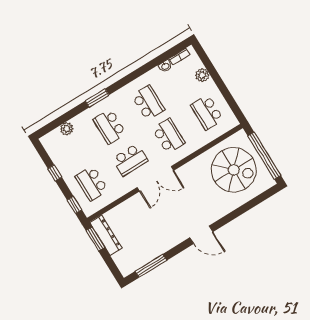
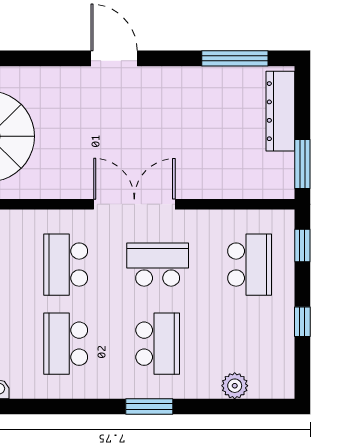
dresser: (106, 235) -> (280, 111), moved

